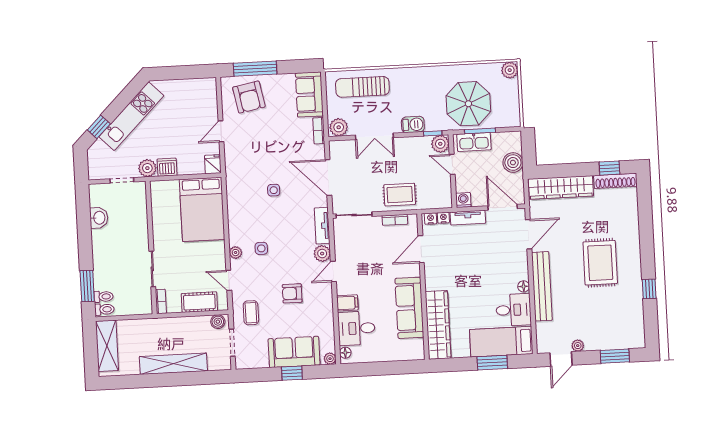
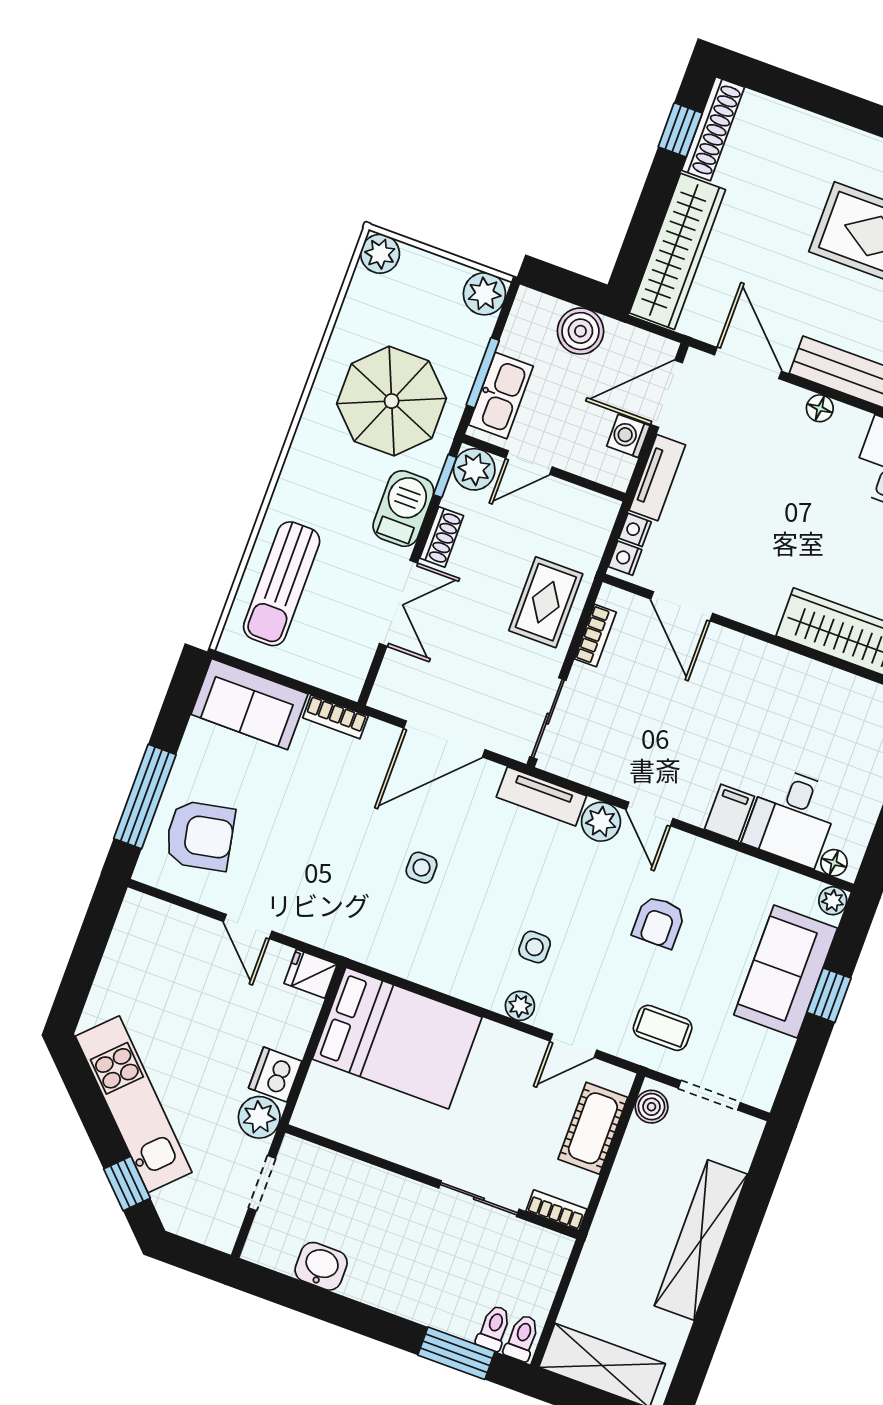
parasol: (468, 104) -> (392, 401), moved
barbecue: (413, 124) -> (403, 509), width x1.38, depth x1.27
plant: (339, 127) -> (484, 294), moved
shoe rack: (408, 142) -> (442, 537), added
washing machine: (463, 200) -> (628, 436), moved
floor lamp: (524, 286) -> (820, 408), moved
sofa: (409, 308) -> (797, 685), removed

